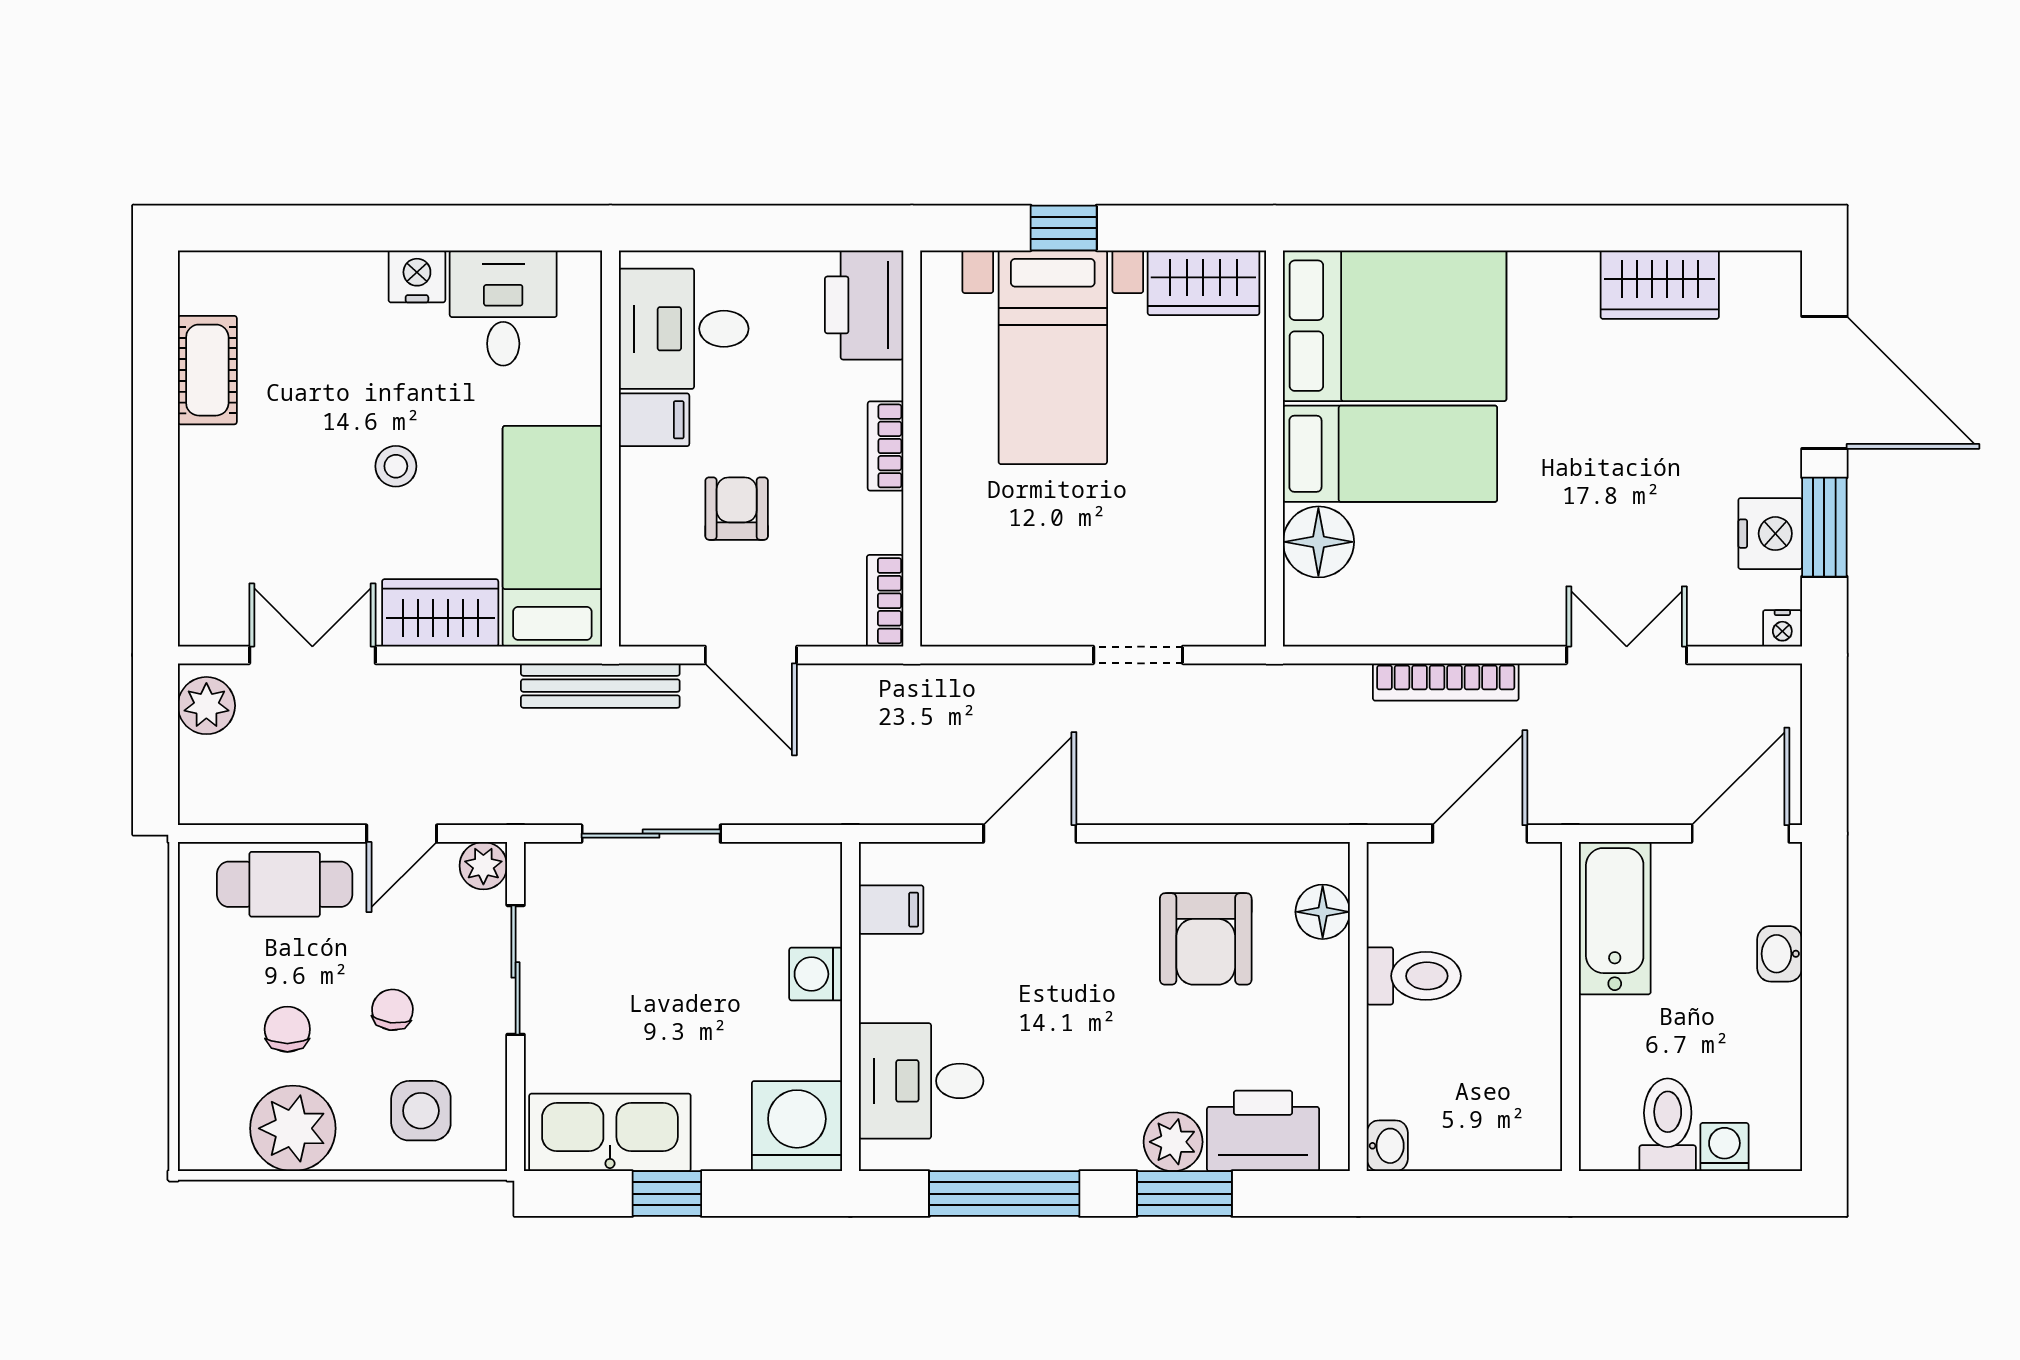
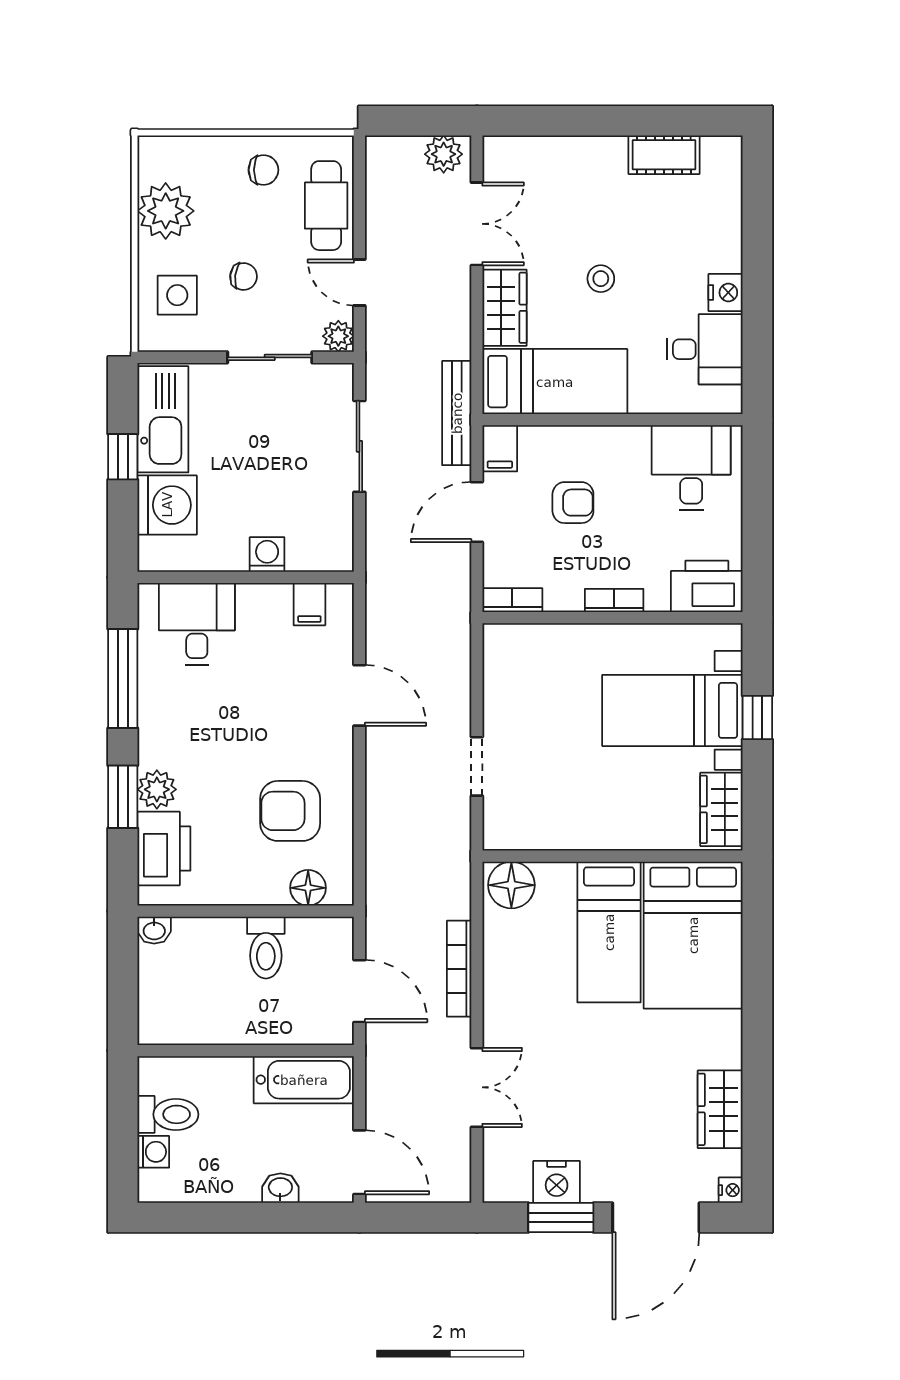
filing cabinet: (654, 420) -> (500, 448), moved
floor lamp: (1318, 542) -> (511, 885), moved
nightstand: (1782, 628) -> (731, 1190), moved, turned 180
chair: (287, 1029) -> (263, 170), moved
washing machine: (797, 1126) -> (167, 505), moved

